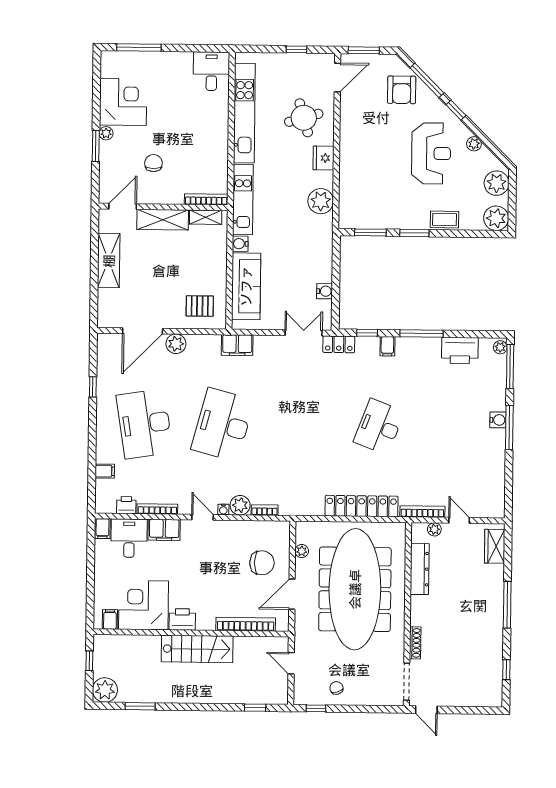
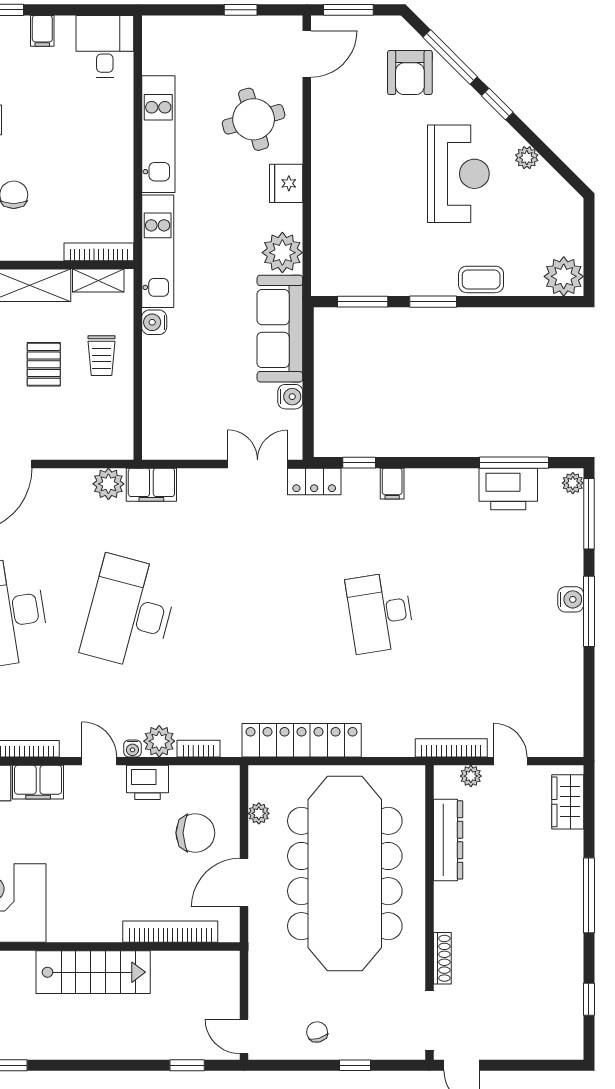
filing cabinet: (173, 61) -> (42, 31), added
kitchen unit: (244, 113) -> (158, 134), width x0.73
plant: (497, 183) -> (564, 220), removed
trolley: (207, 264) -> (102, 356), added
sofa: (246, 286) -> (280, 329), moved, turned 180
pallet: (200, 306) -> (44, 364), moved, turned 90
window: (422, 334) -> (514, 463), moved
plant: (176, 344) -> (108, 484), moved
desk: (379, 427) -> (380, 613), turned -30
locker: (362, 506) -> (302, 740), moved
printer: (182, 619) -> (147, 782), moved, turned 180
door: (291, 663) -> (244, 1036), moved
window: (316, 708) -> (355, 1065), moved

